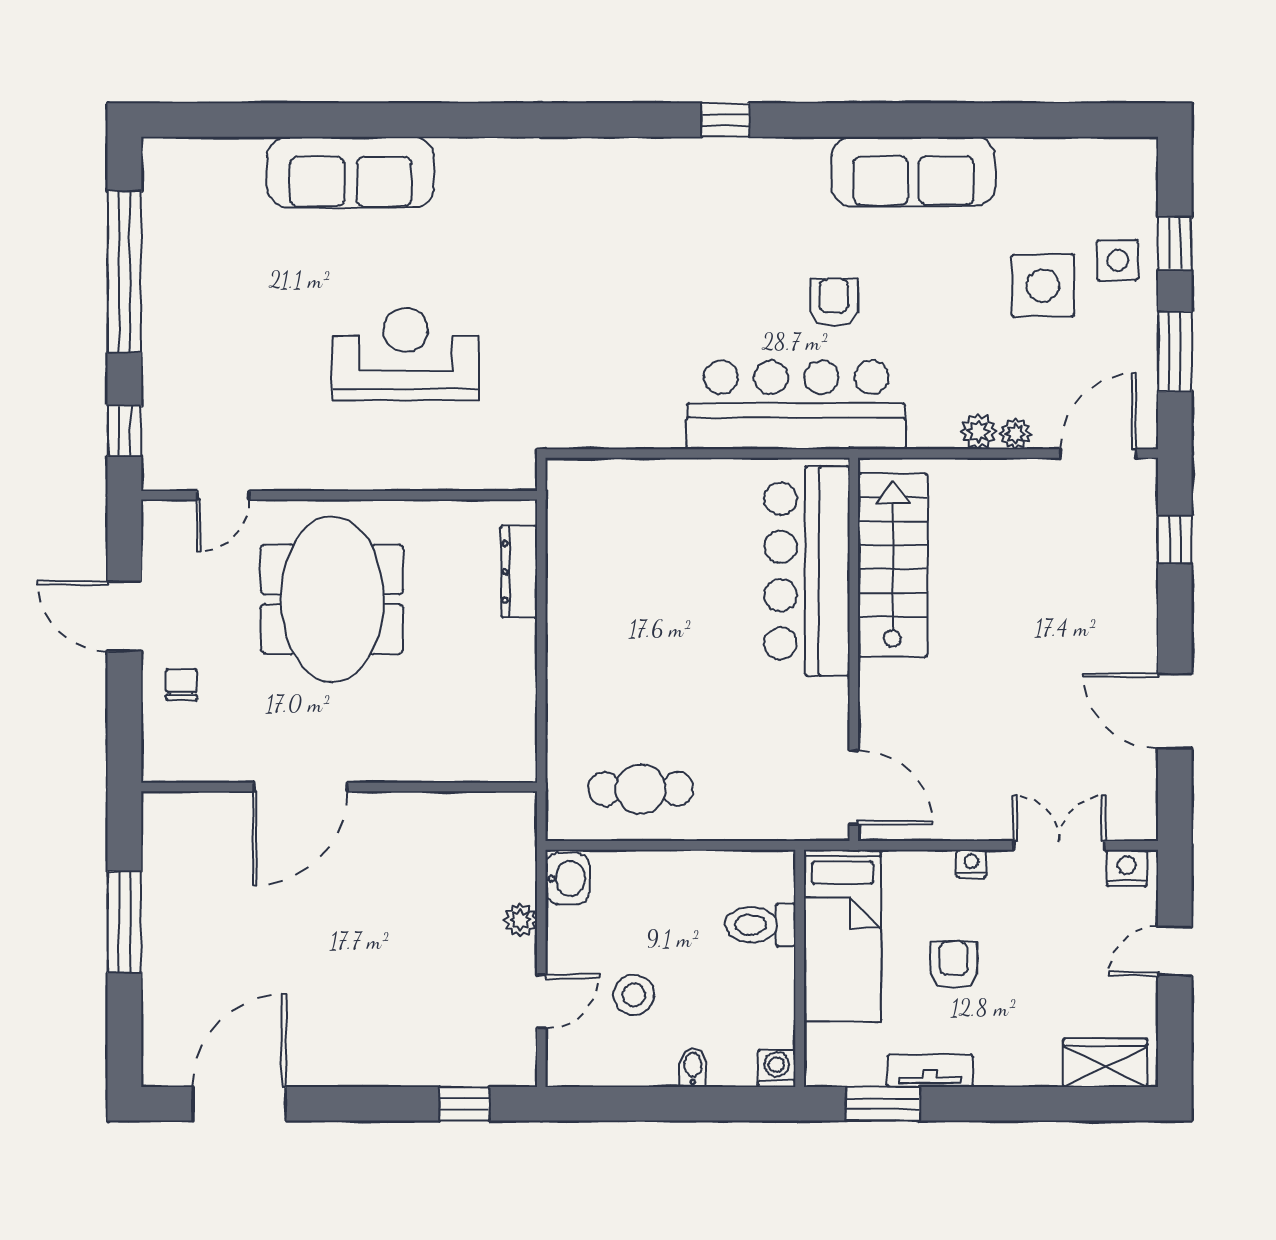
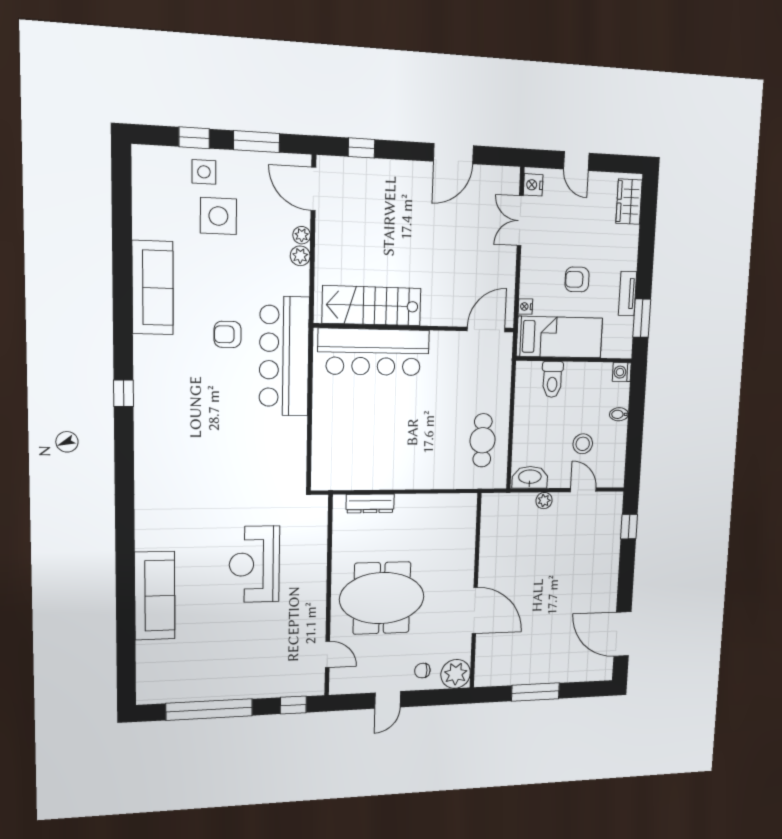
door: (124, 616) -> (388, 700), width x0.73
plant: (171, 753) -> (456, 674), added
nightstand: (971, 863) -> (525, 307), moved
washbasin: (567, 879) -> (530, 477), width x1.38

